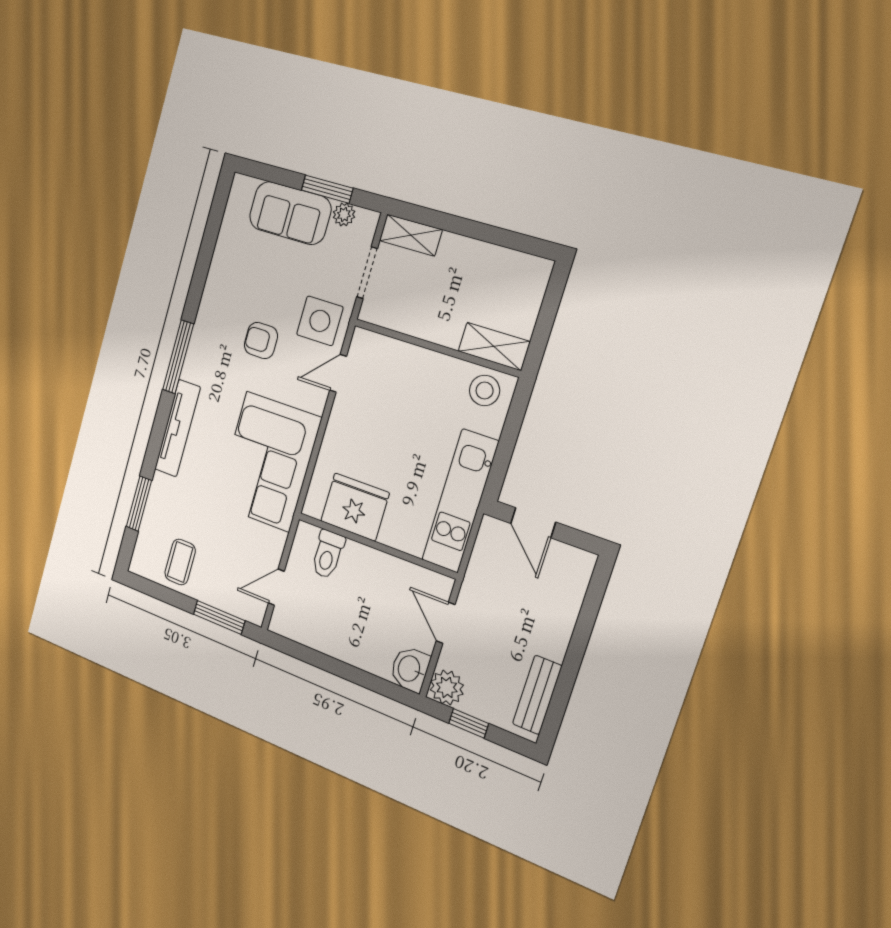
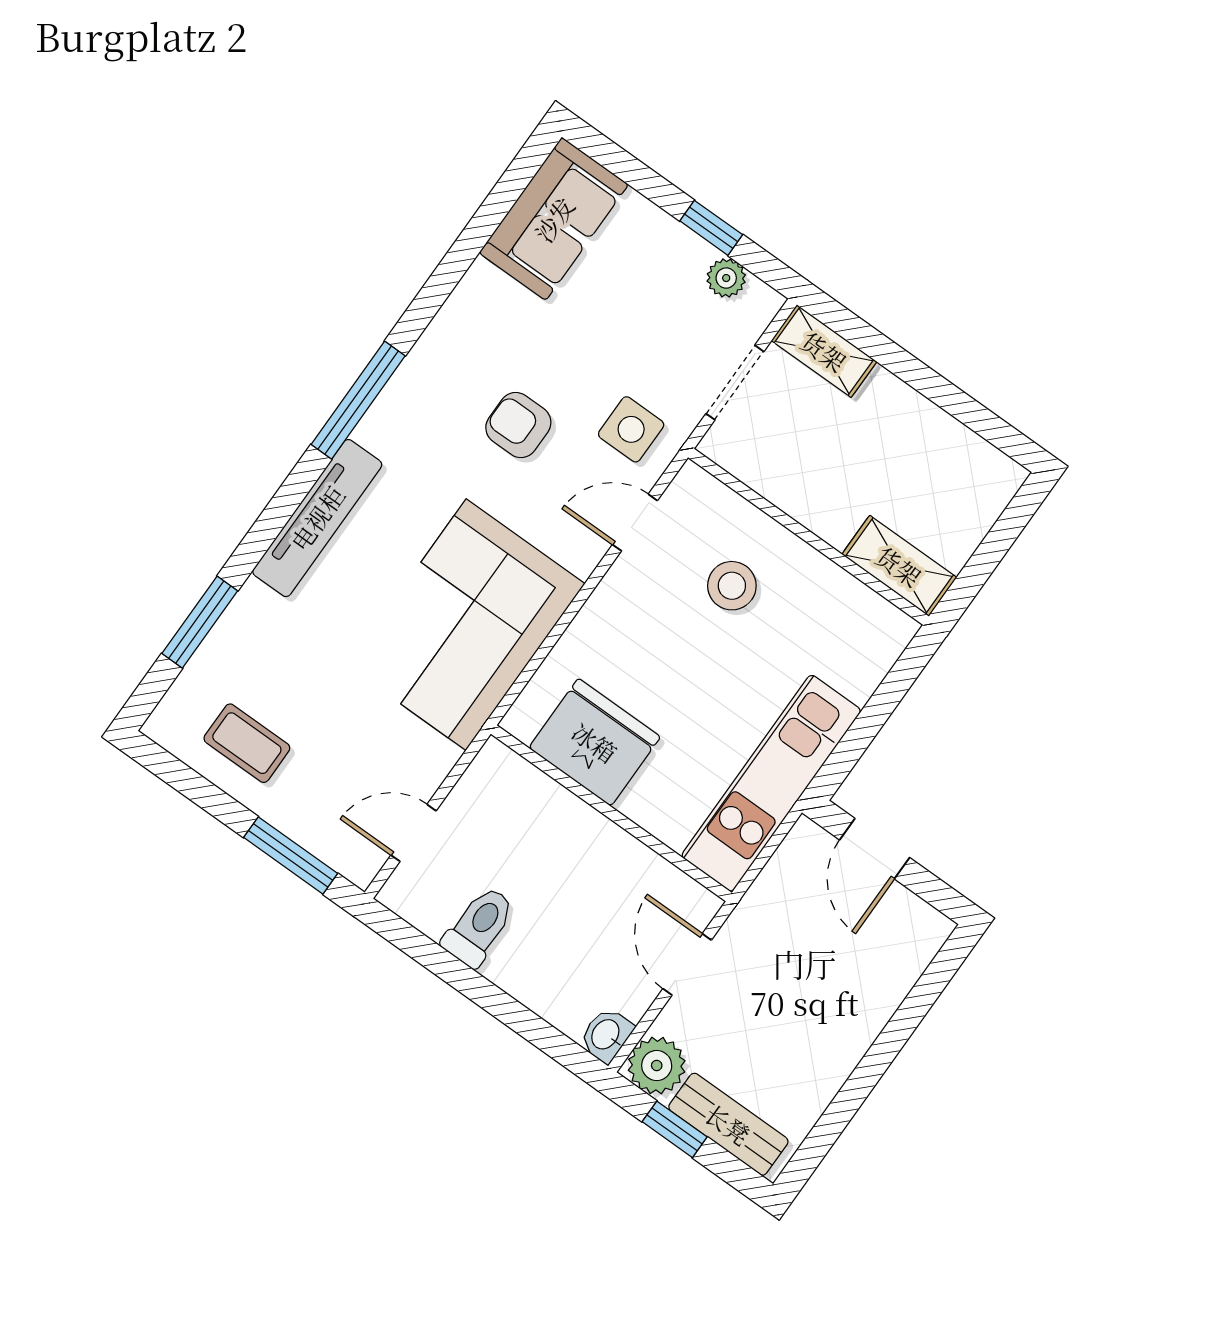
window: (327, 189) -> (711, 228), width x0.67
sofa: (290, 213) -> (554, 219), moved, turned -90
side table: (320, 321) -> (631, 429), width x0.73, depth x0.73
stool: (485, 391) -> (732, 586), moved
toilet: (328, 554) -> (479, 926), moved, turned 180
coffee table: (180, 562) -> (247, 743), turned 90
washbasin: (410, 669) -> (606, 1035), width x0.72, depth x0.69
bench: (537, 695) -> (728, 1124), moved, turned 90

